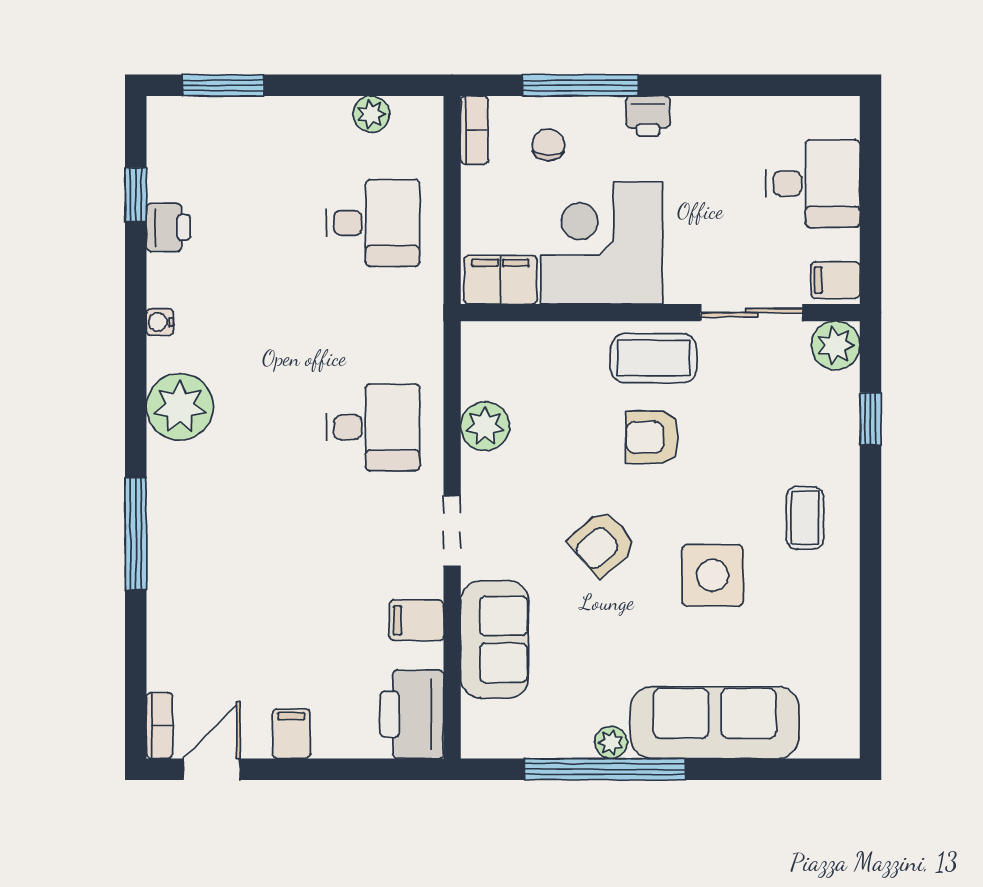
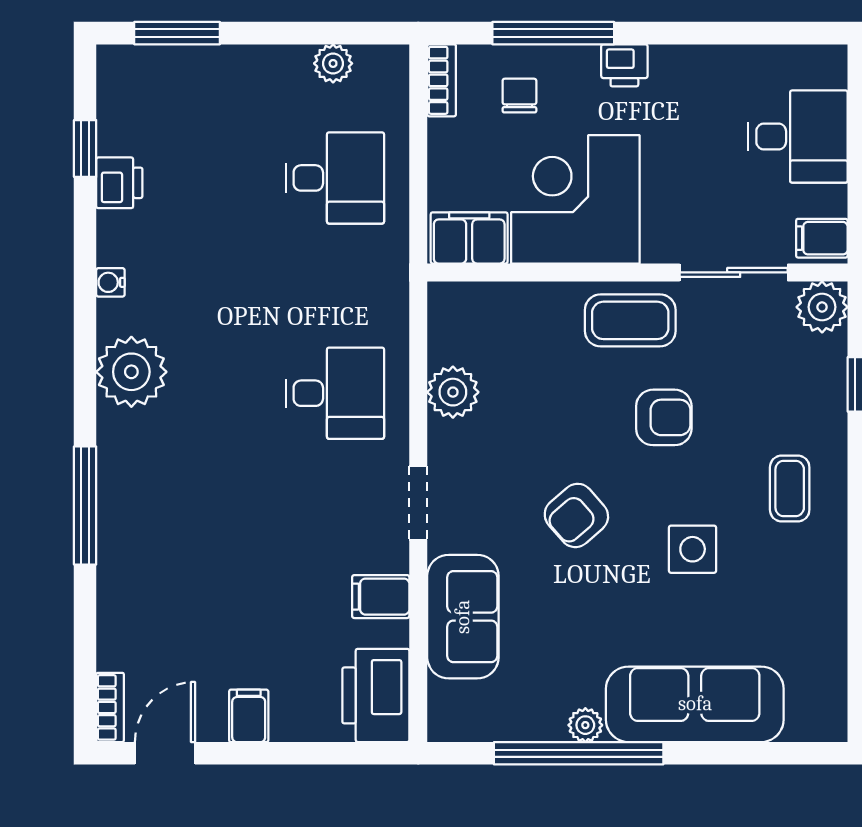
armchair: (652, 437) -> (664, 417), moved, turned 180
side table: (713, 575) -> (693, 549), width x0.73, depth x0.73

